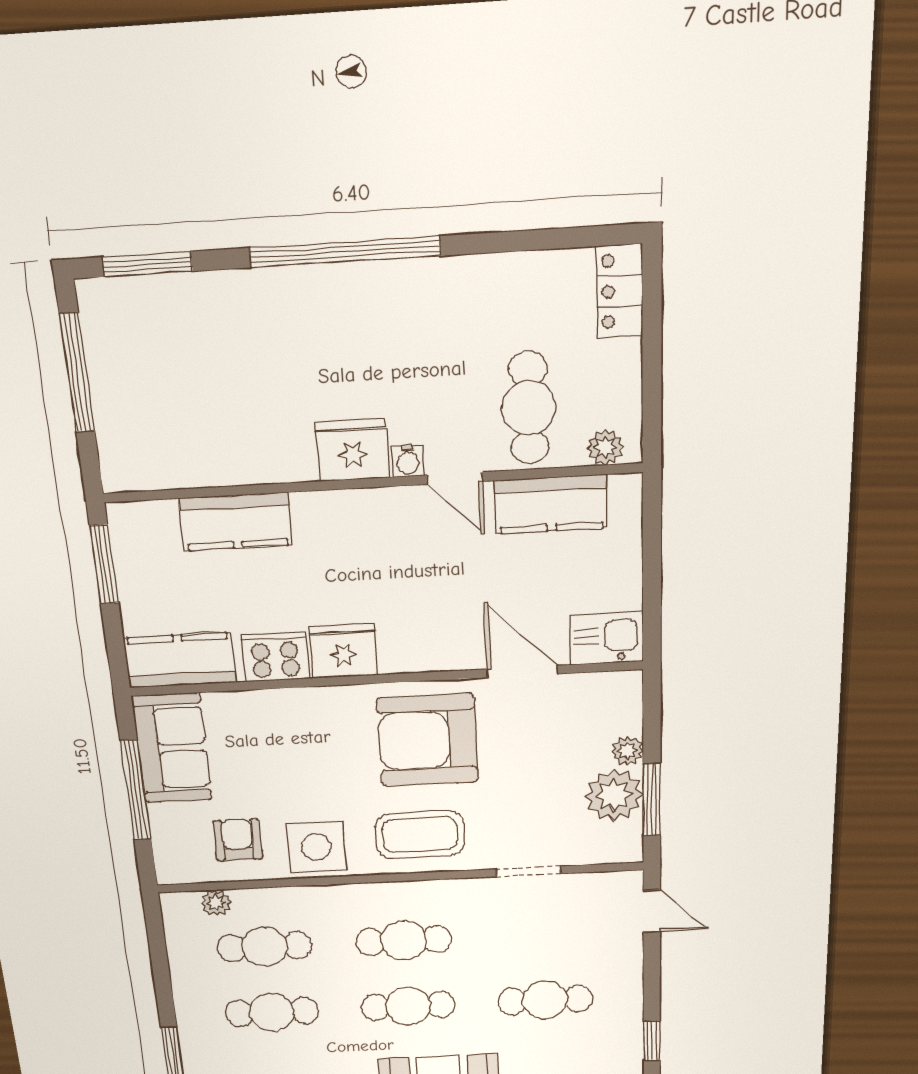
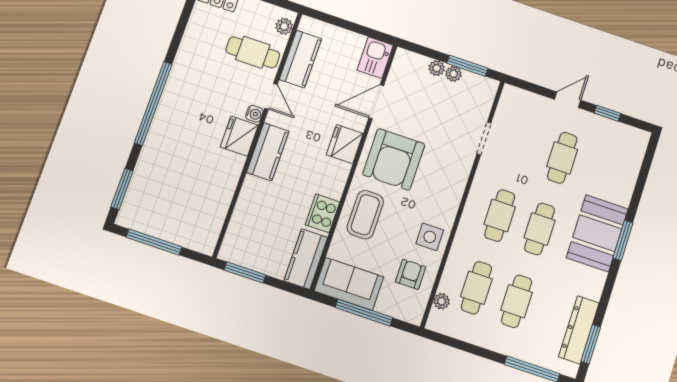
door: (455, 478) -> (271, 96), hinge flipped
kitchen counter: (236, 522) -> (268, 152), moved
fridge: (343, 651) -> (345, 144), moved
plant: (614, 795) -> (454, 74), width x0.53, depth x0.53
coffee table: (420, 835) -> (365, 215), moved
armchair: (237, 840) -> (411, 274), turned 90
side table: (316, 847) -> (430, 237), width x0.73, depth x0.73
door: (652, 911) -> (568, 100), moved

